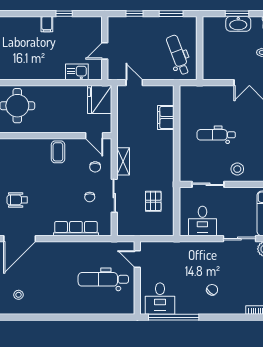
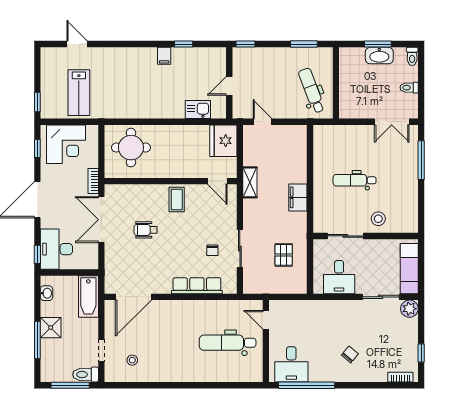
window: (134, 14) -> (246, 44), moved
filing cabinet: (166, 117) -> (298, 197), moved
shelving: (123, 161) -> (250, 182), moved
chair: (95, 167) -> (218, 216), removed
wheelchair: (17, 200) -> (146, 230), moved

